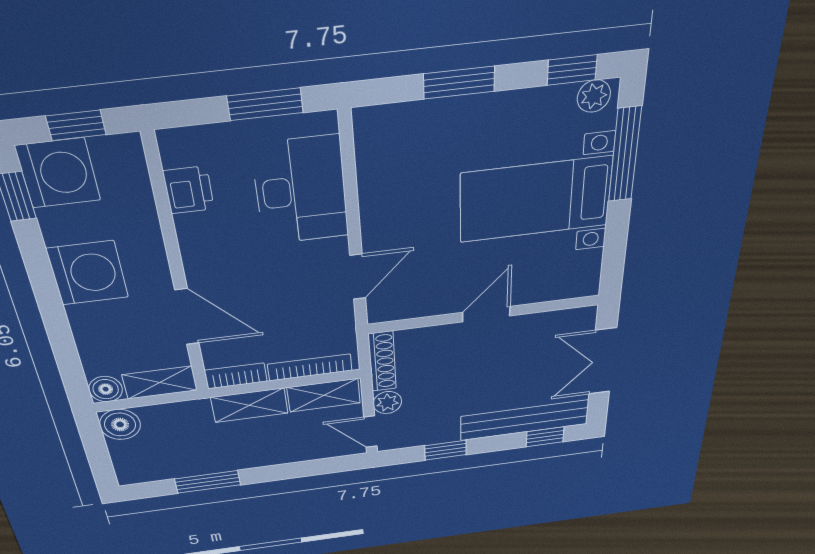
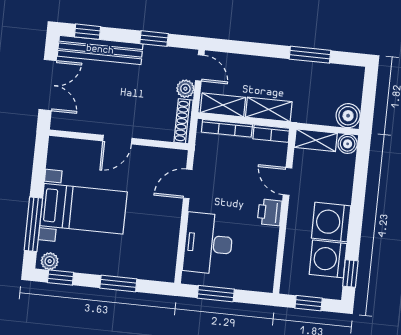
washing machine: (58, 173) -> (328, 259), moved
printer: (189, 190) -> (270, 212), moved
door: (187, 317) -> (287, 181), width x0.73

